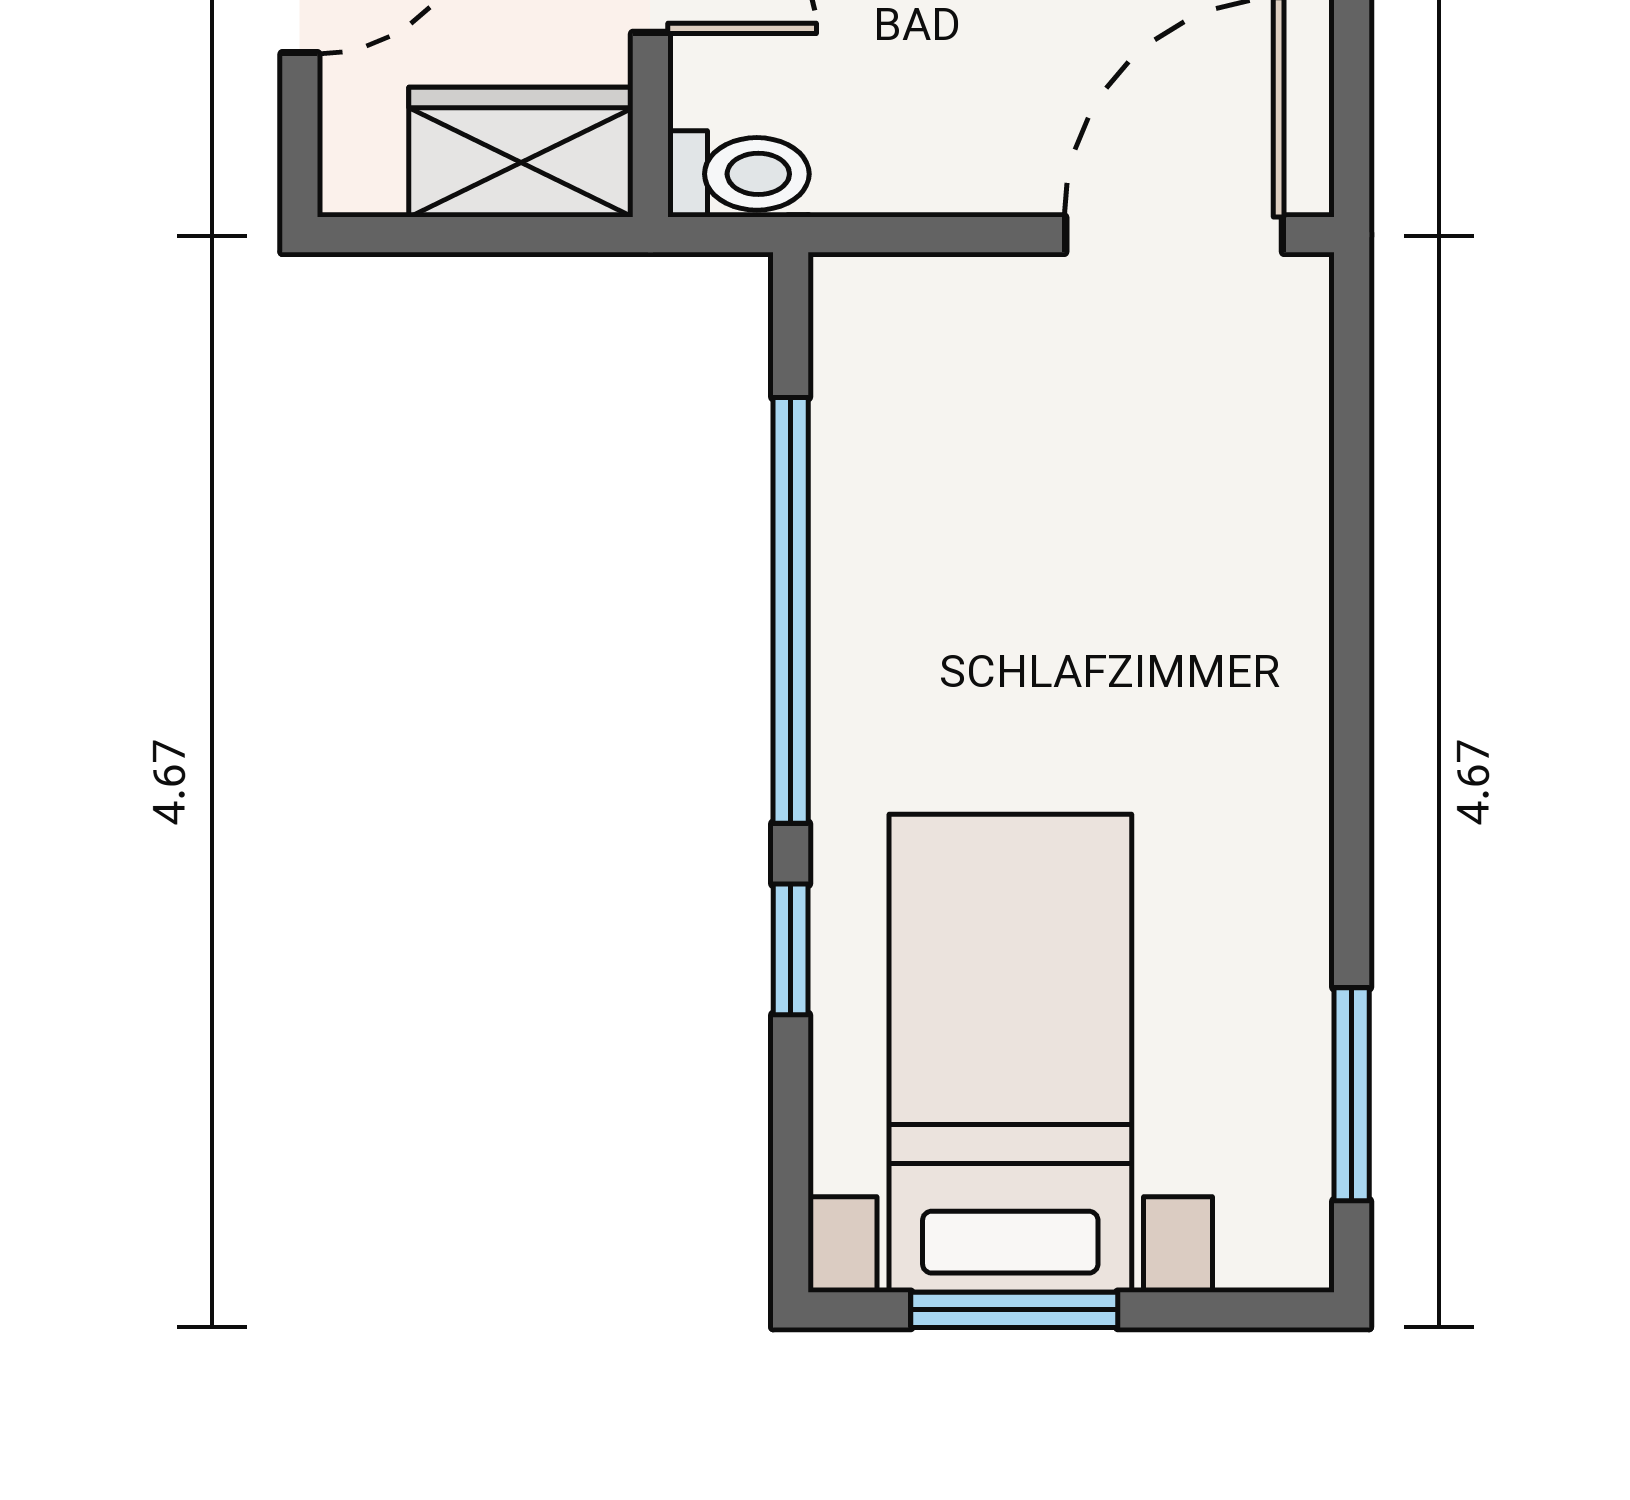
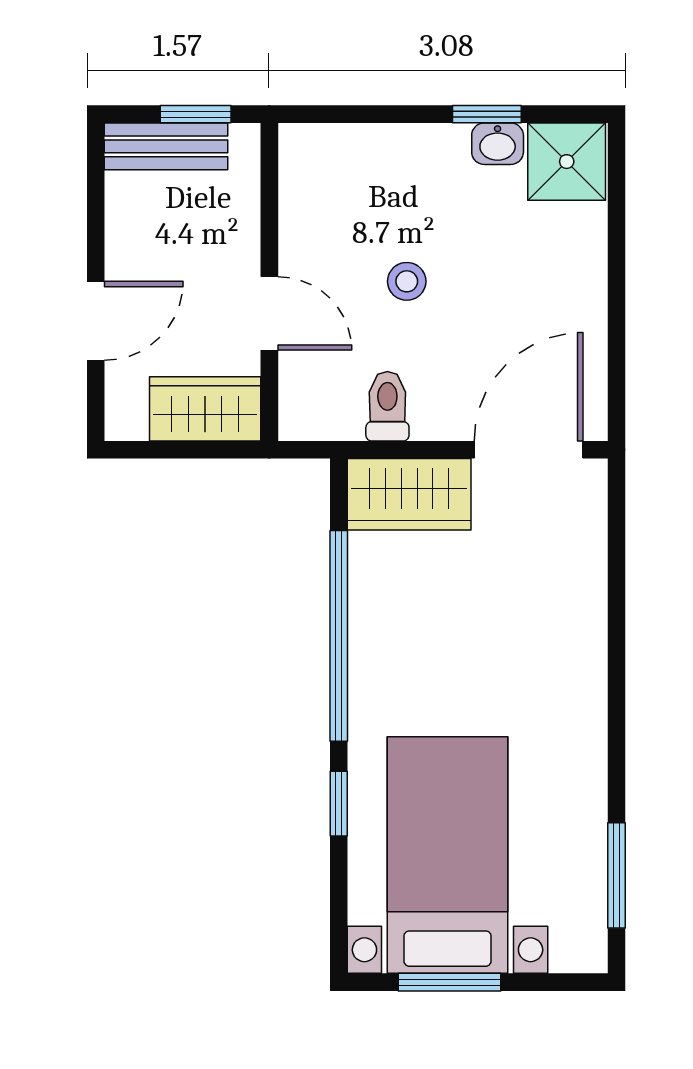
toilet: (739, 174) -> (387, 406), moved, turned -90
wardrobe: (933, 325) -> (409, 494), added

